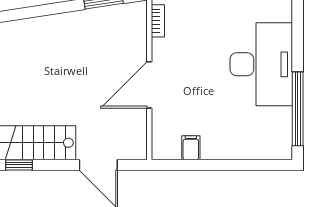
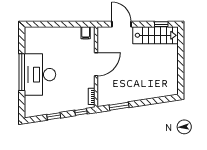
window: (298, 109) -> (22, 72), moved
filing cabinet: (191, 148) -> (86, 33), moved

